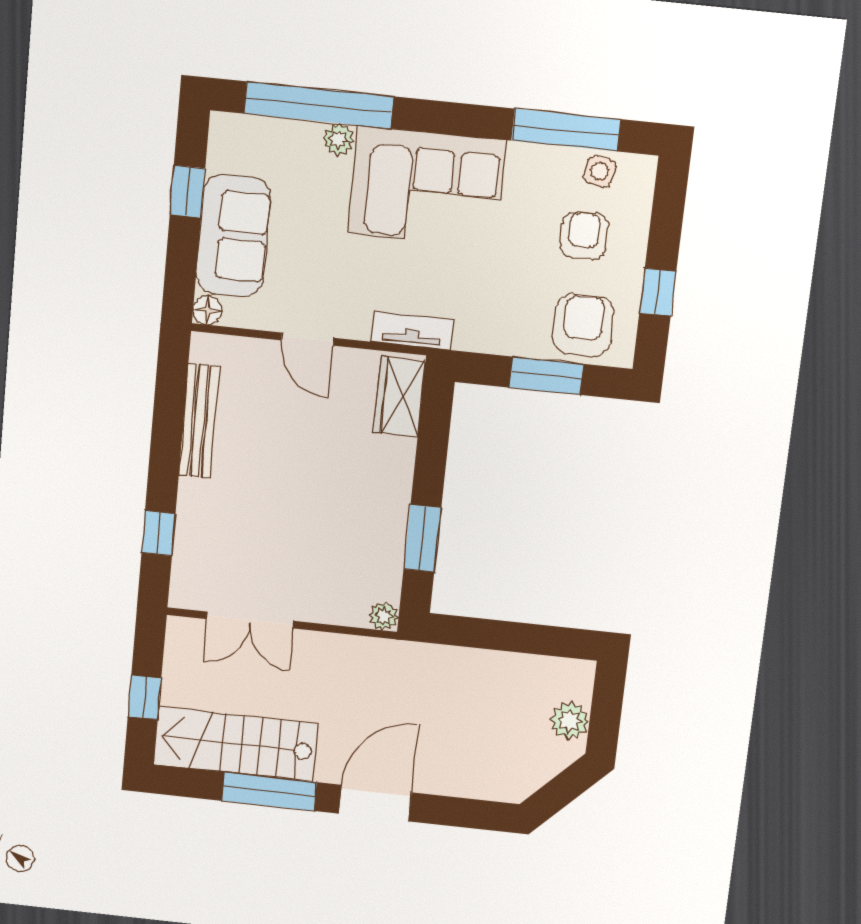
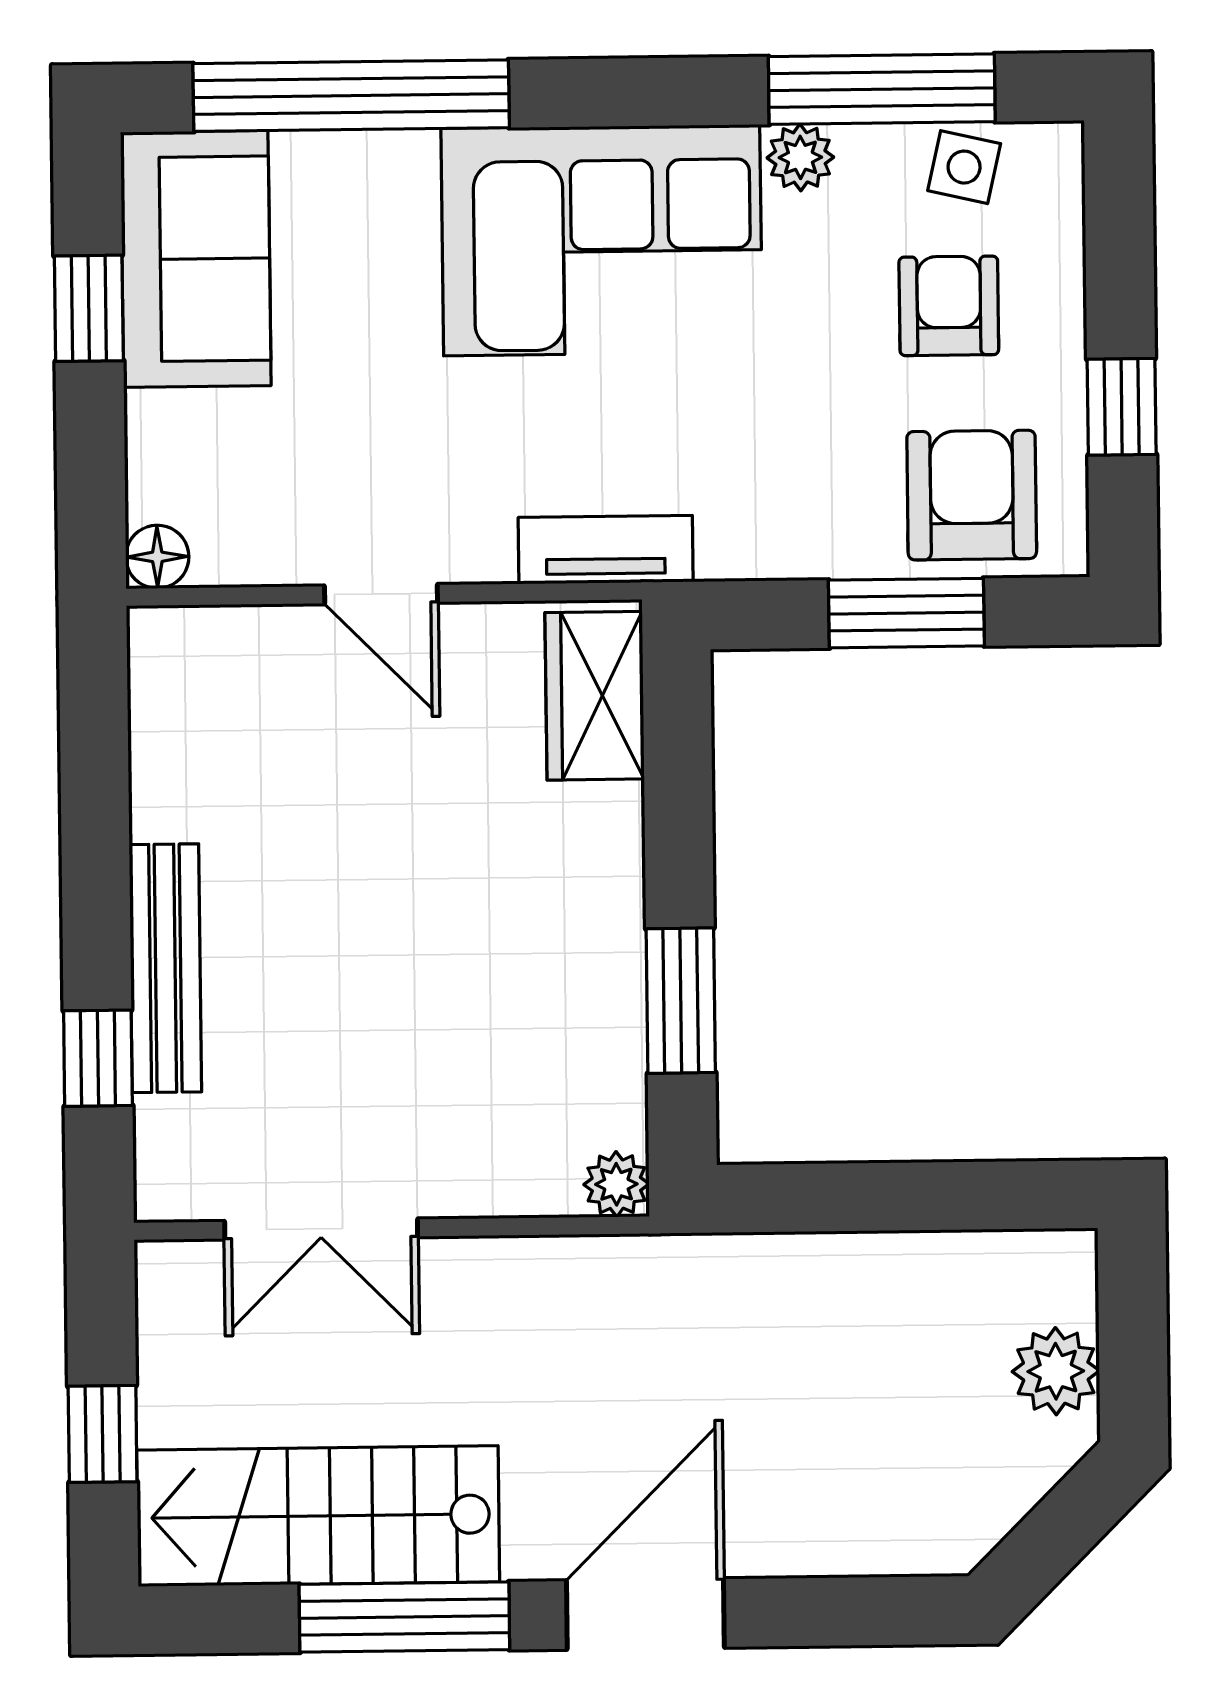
plant: (338, 139) -> (800, 157), moved
sofa: (233, 235) -> (196, 259), moved
bench: (199, 421) -> (165, 968), moved

